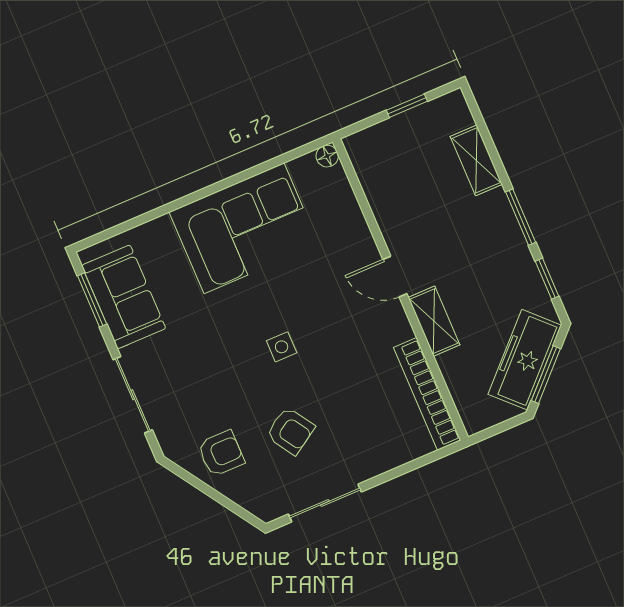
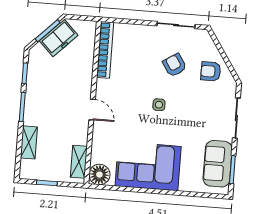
floor lamp: (327, 156) -> (99, 175), width x1.89, depth x1.89
shelving: (434, 321) -> (79, 162), moved
freezer: (525, 360) -> (59, 38), width x0.71

